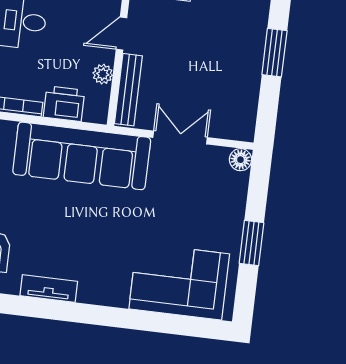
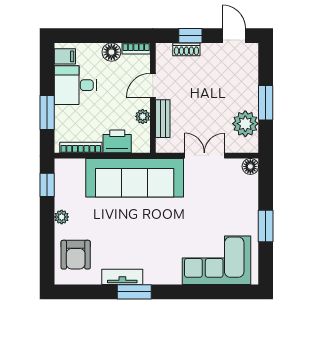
window: (274, 53) -> (266, 103), moved
bench: (128, 90) -> (163, 119), width x0.73
plant: (241, 101) -> (245, 124), added
window: (62, 311) -> (134, 292), added

